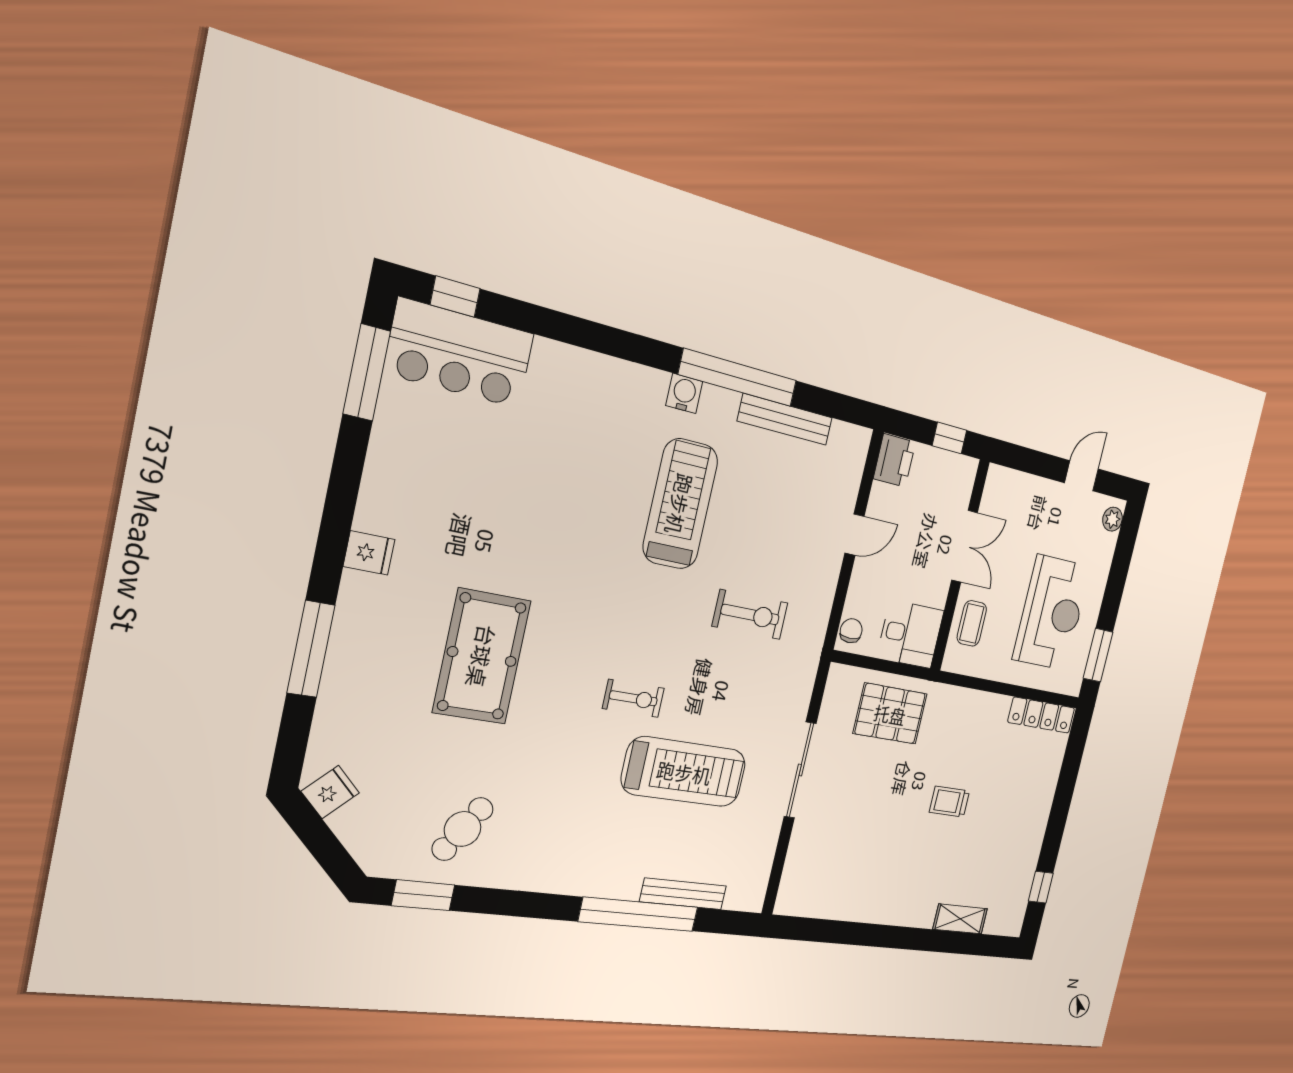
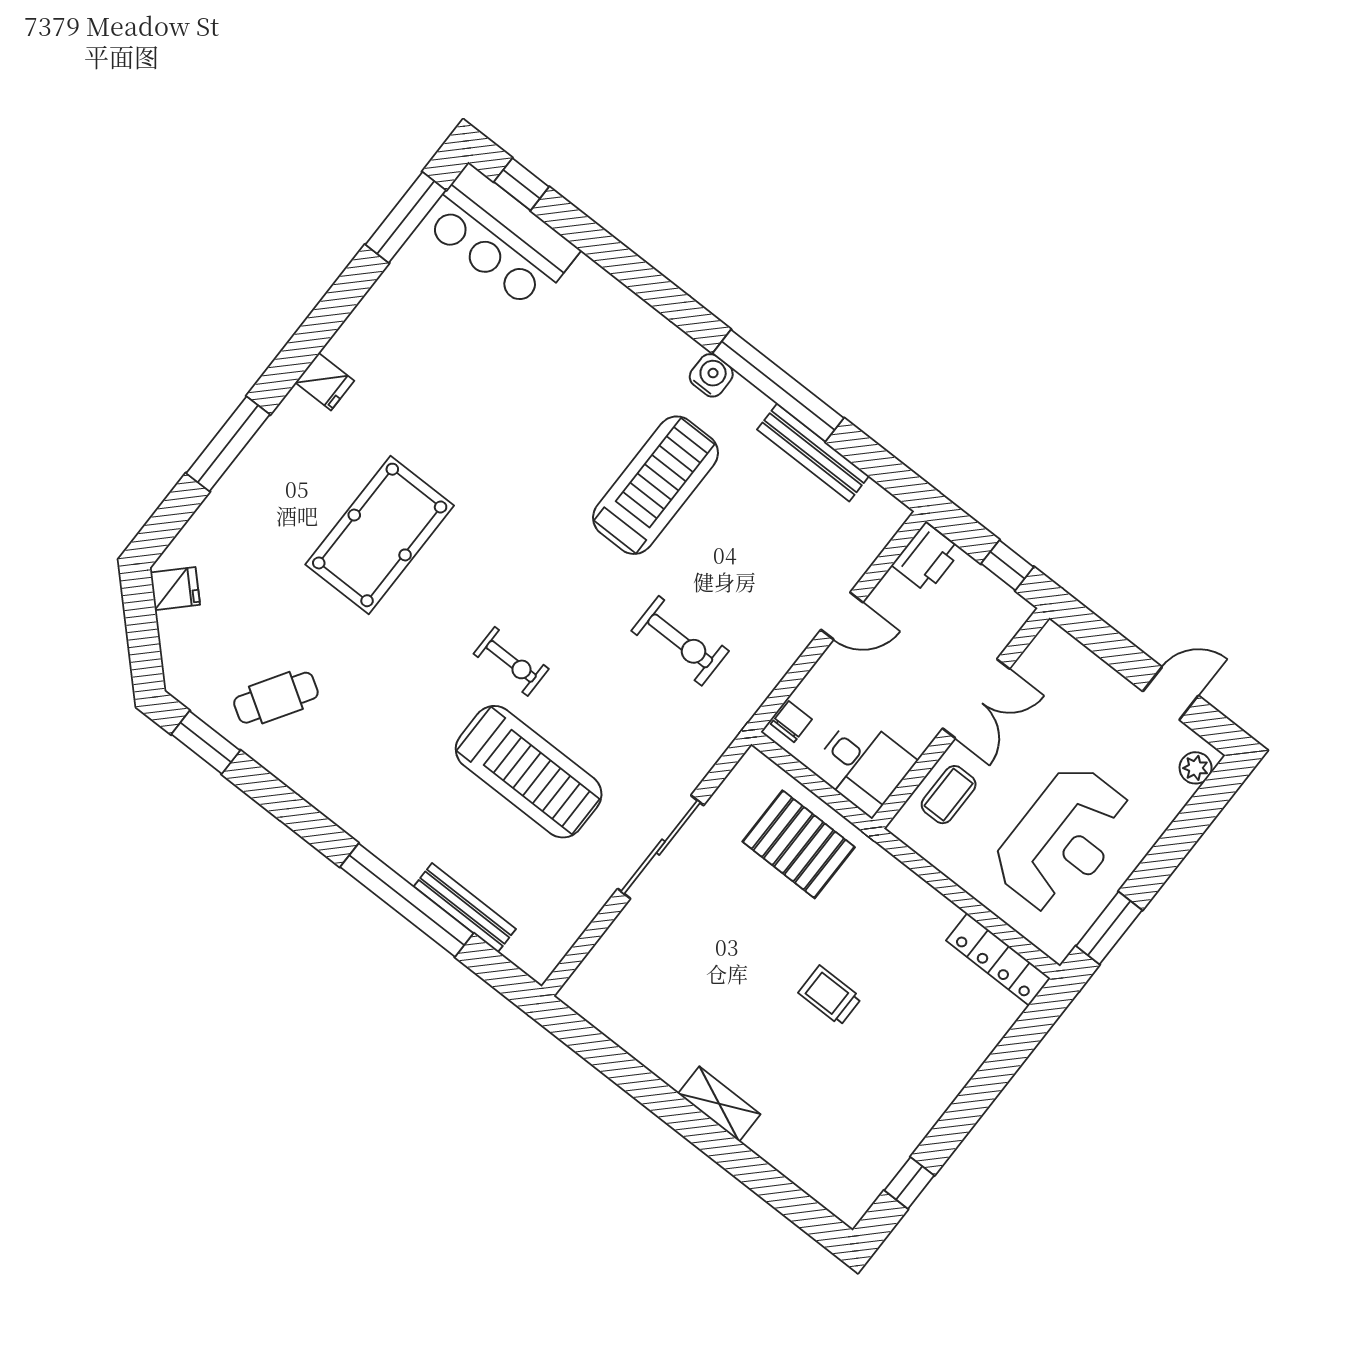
shelving: (960, 919) -> (719, 1104), moved

